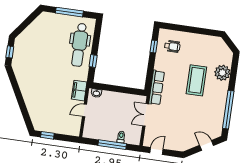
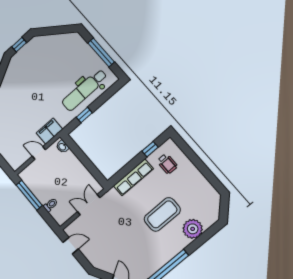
row of seats: (157, 88) -> (133, 177), moved
window: (112, 145) -> (29, 195), moved

